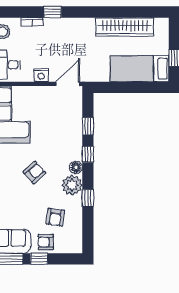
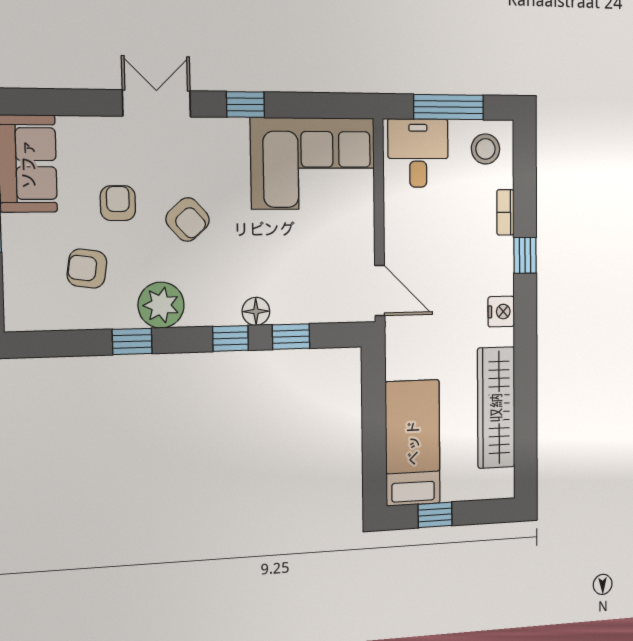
nightstand: (41, 75) -> (501, 312), moved, turned 180
floor lamp: (76, 167) -> (256, 311), moved
armchair: (46, 242) -> (118, 203), moved

